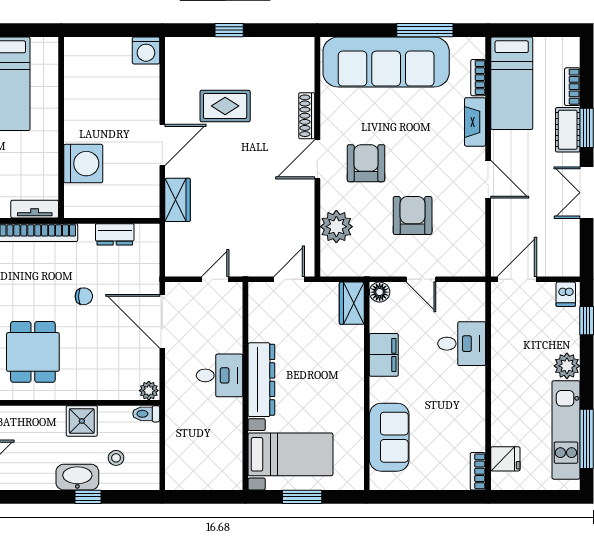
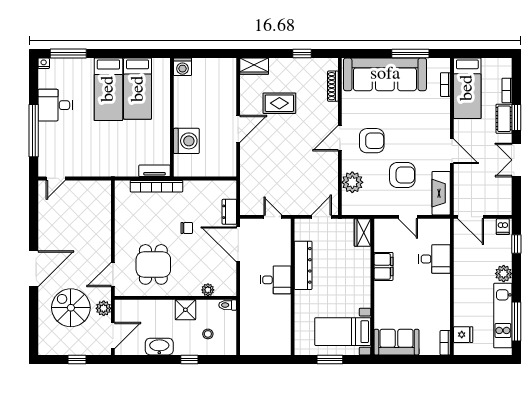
window: (229, 30) -> (302, 54), moved
washing machine: (146, 51) -> (182, 67), moved
shoe rack: (307, 116) -> (333, 86), moved
fireplace: (475, 122) -> (441, 193), moved, width x1.37, depth x1.32
armchair: (366, 163) -> (372, 141), turned 90
wardrobe: (178, 200) -> (254, 66), moved, turned 90
armchair: (413, 216) -> (402, 175), turned 90
dresser: (115, 234) -> (229, 212), moved, turned 90
door: (215, 279) -> (273, 217), hinge flipped
door: (517, 279) -> (471, 217), swing flipped
floor lamp: (380, 292) -> (381, 225), removed
dresser: (261, 380) -> (303, 265), moved
plant: (149, 391) -> (208, 290), moved
sofa: (389, 437) -> (397, 342), moved, turned -90
bed with nightstands: (290, 454) -> (343, 332), moved, turned 180
washbasin: (77, 477) -> (159, 347), moved

